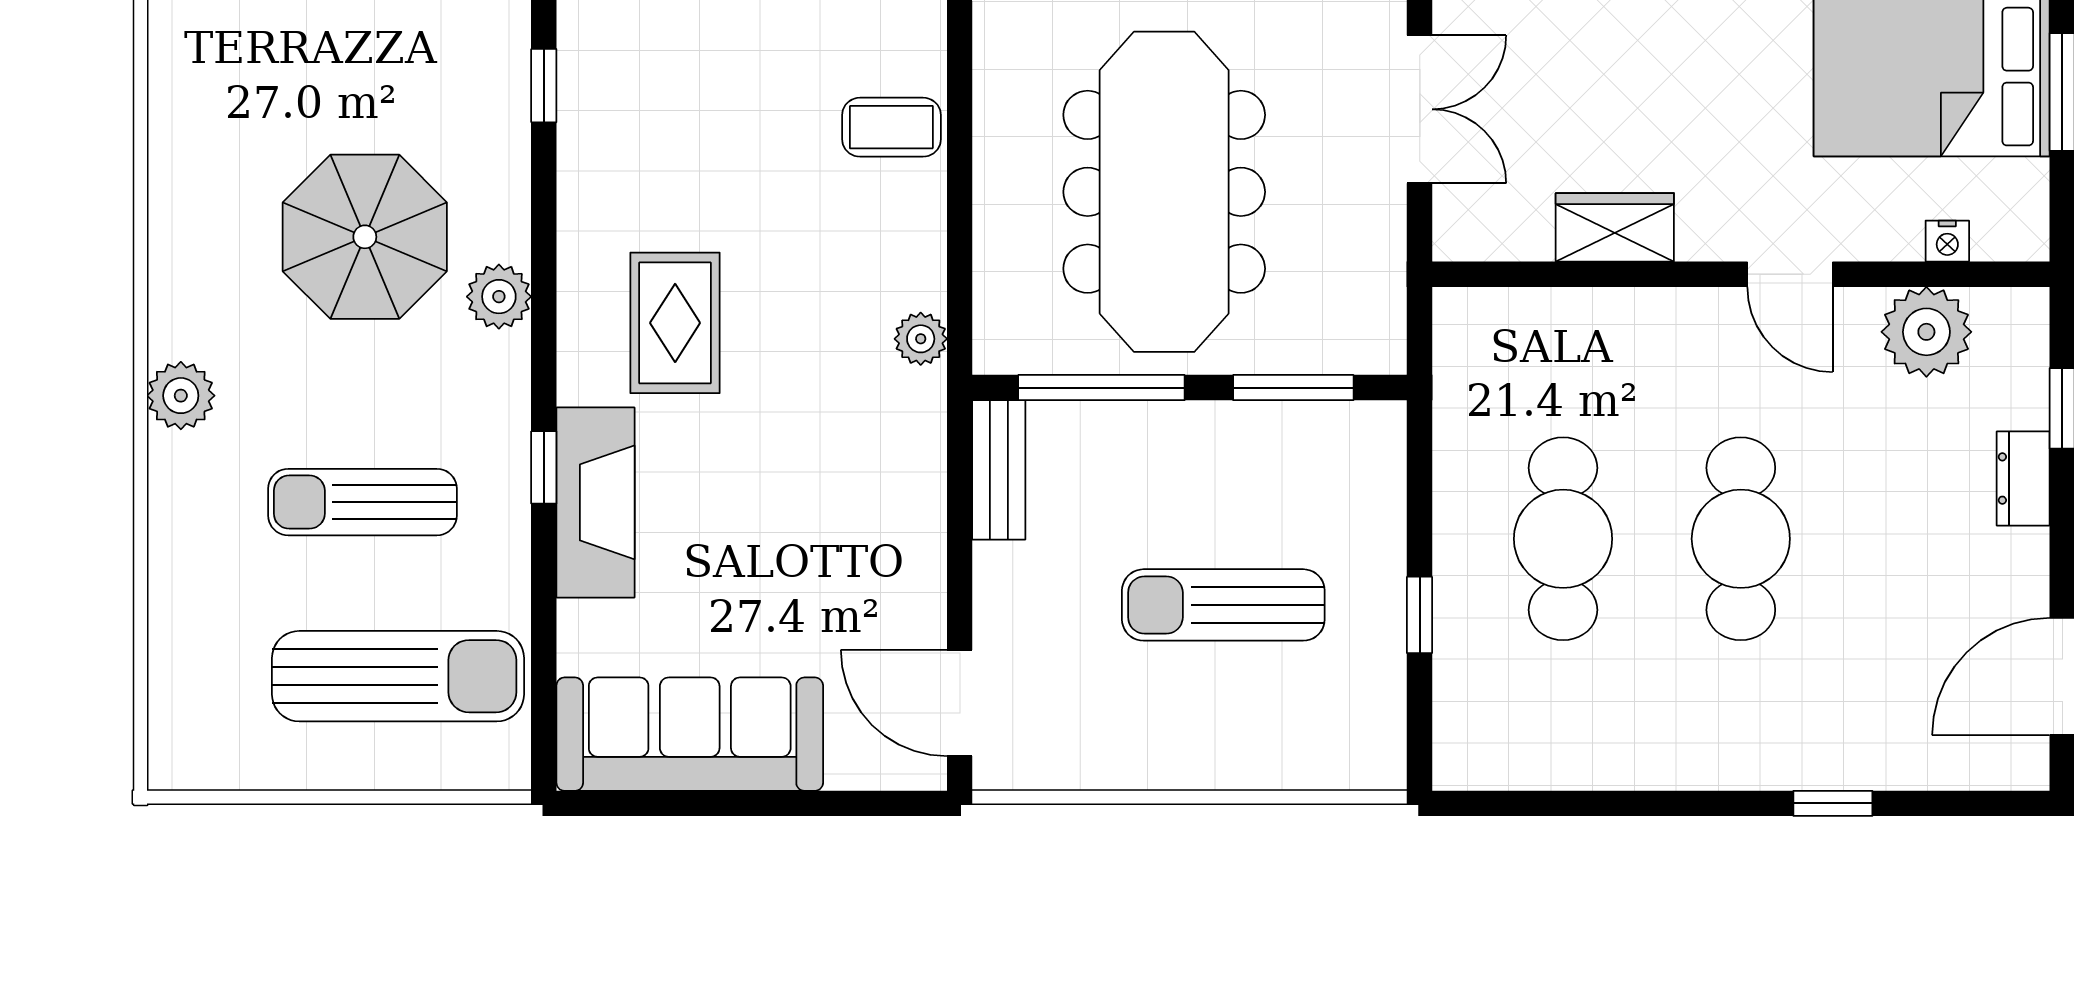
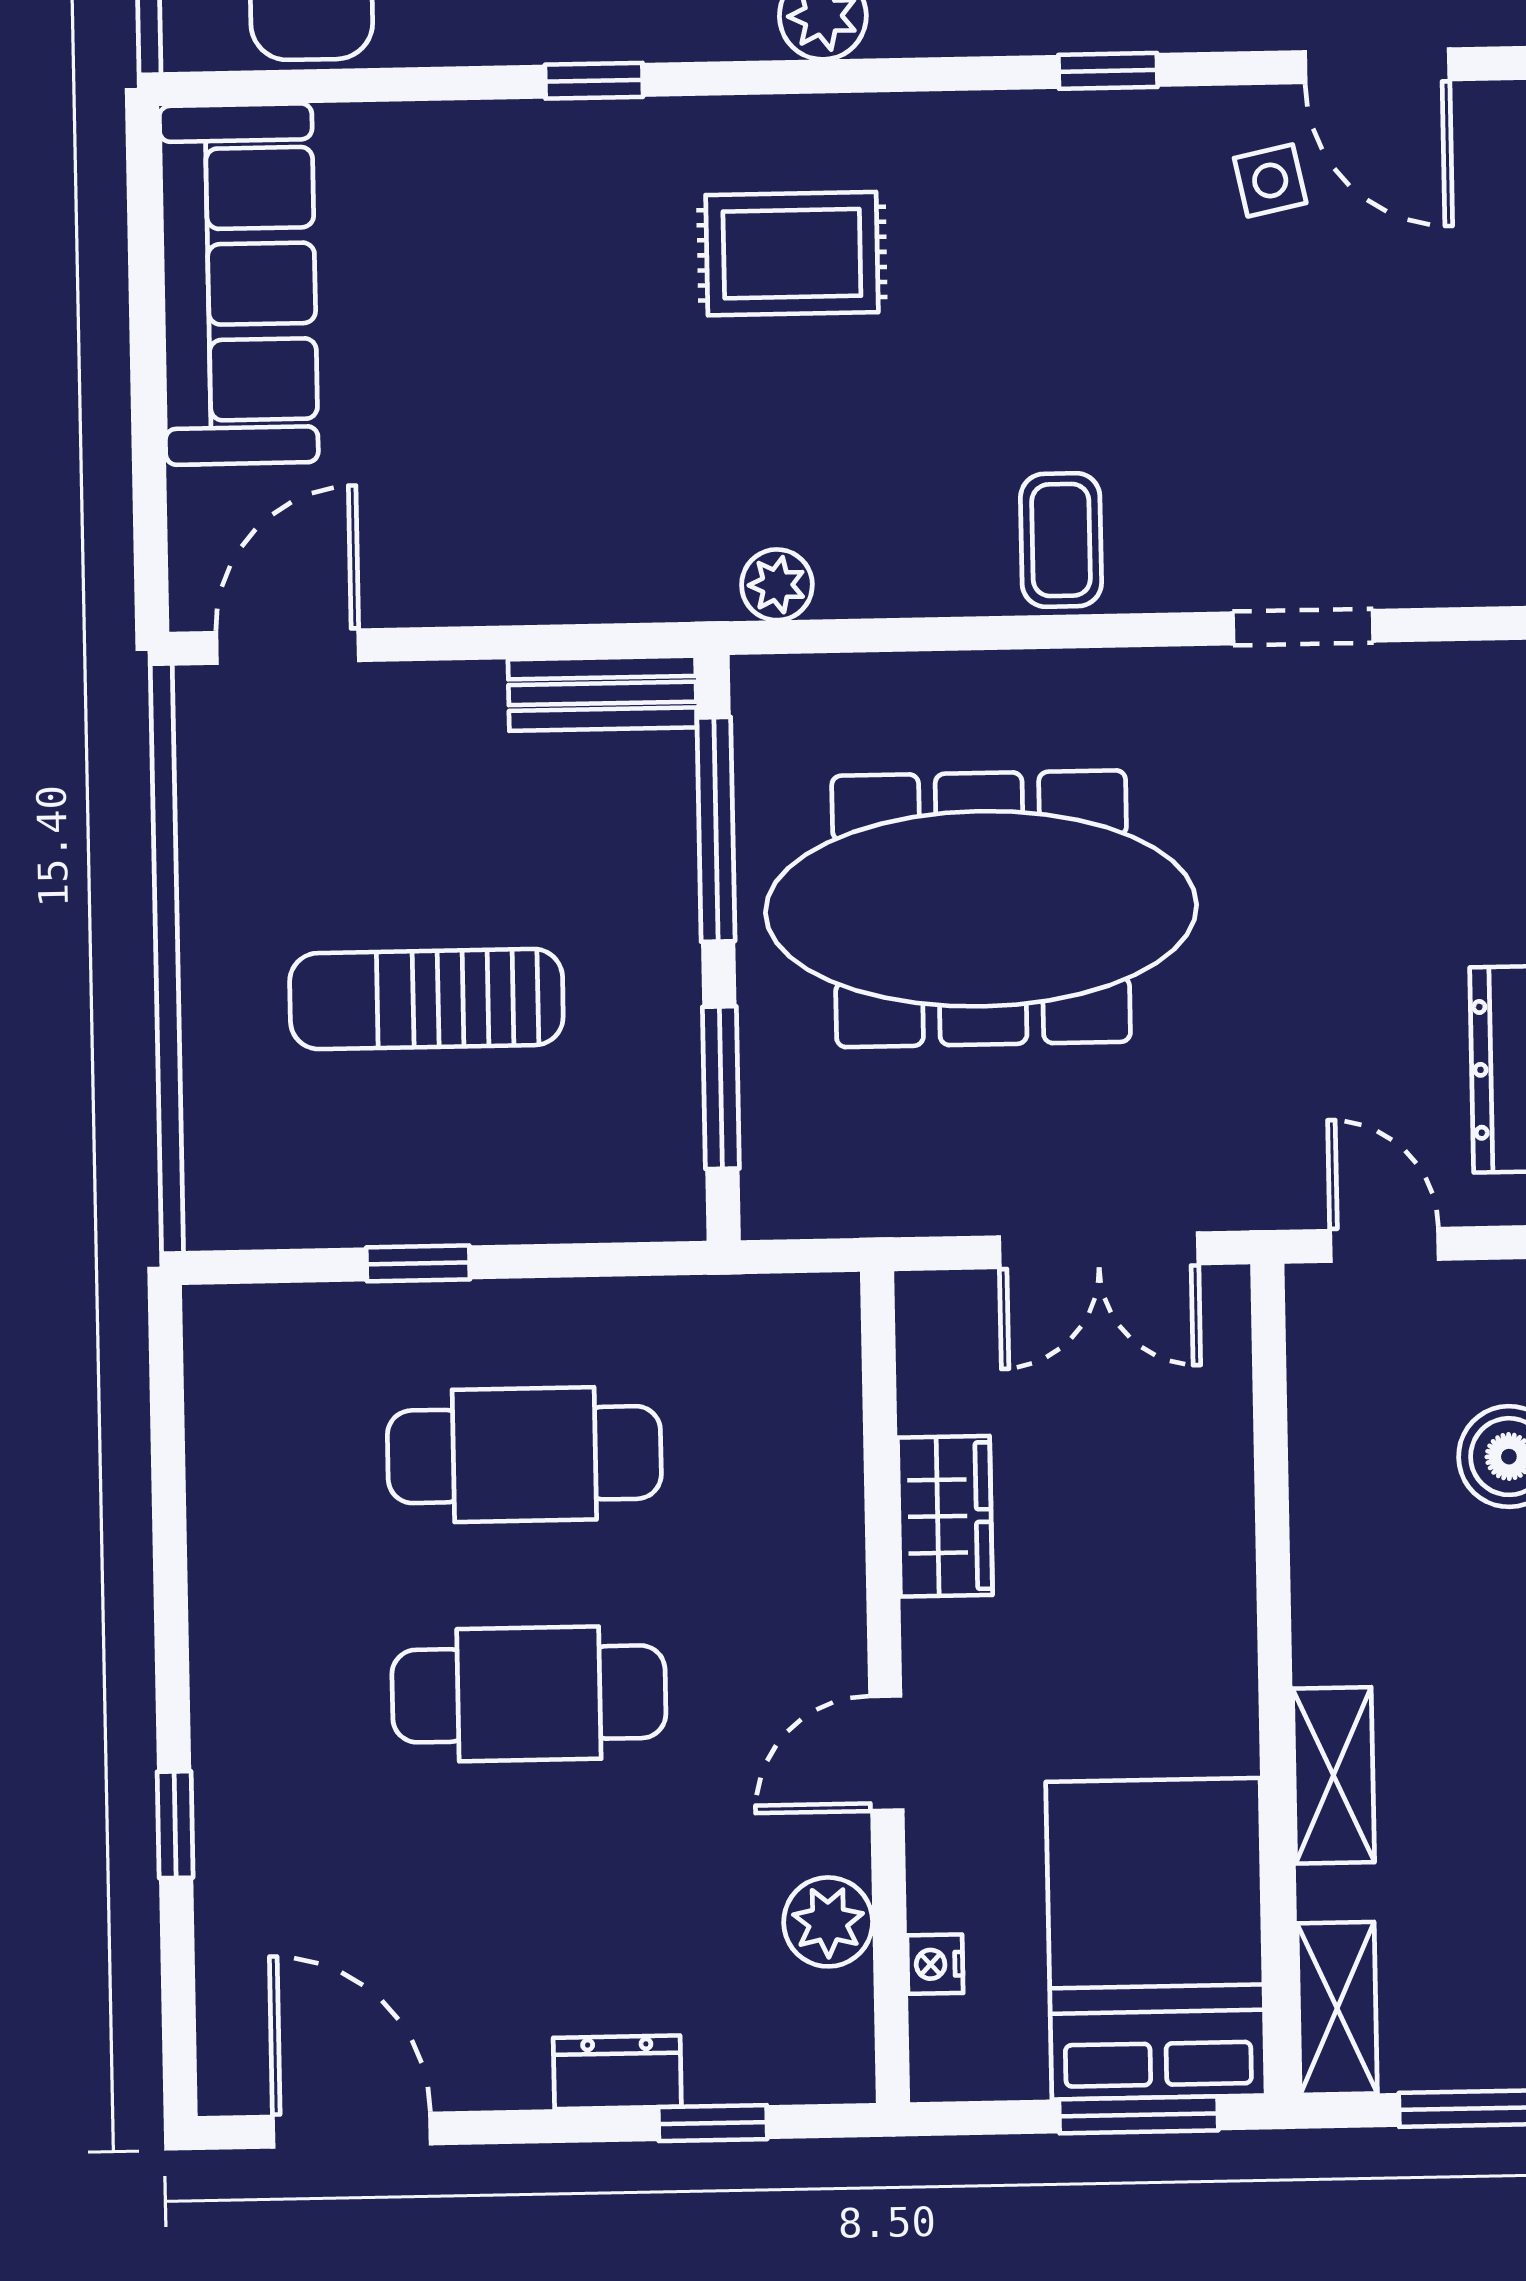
plant: (1926, 332) -> (828, 1922), width x0.73, depth x0.73
fireplace: (596, 502) -> (548, 151), removed
sun lounger: (1223, 605) -> (426, 999), turned -90

